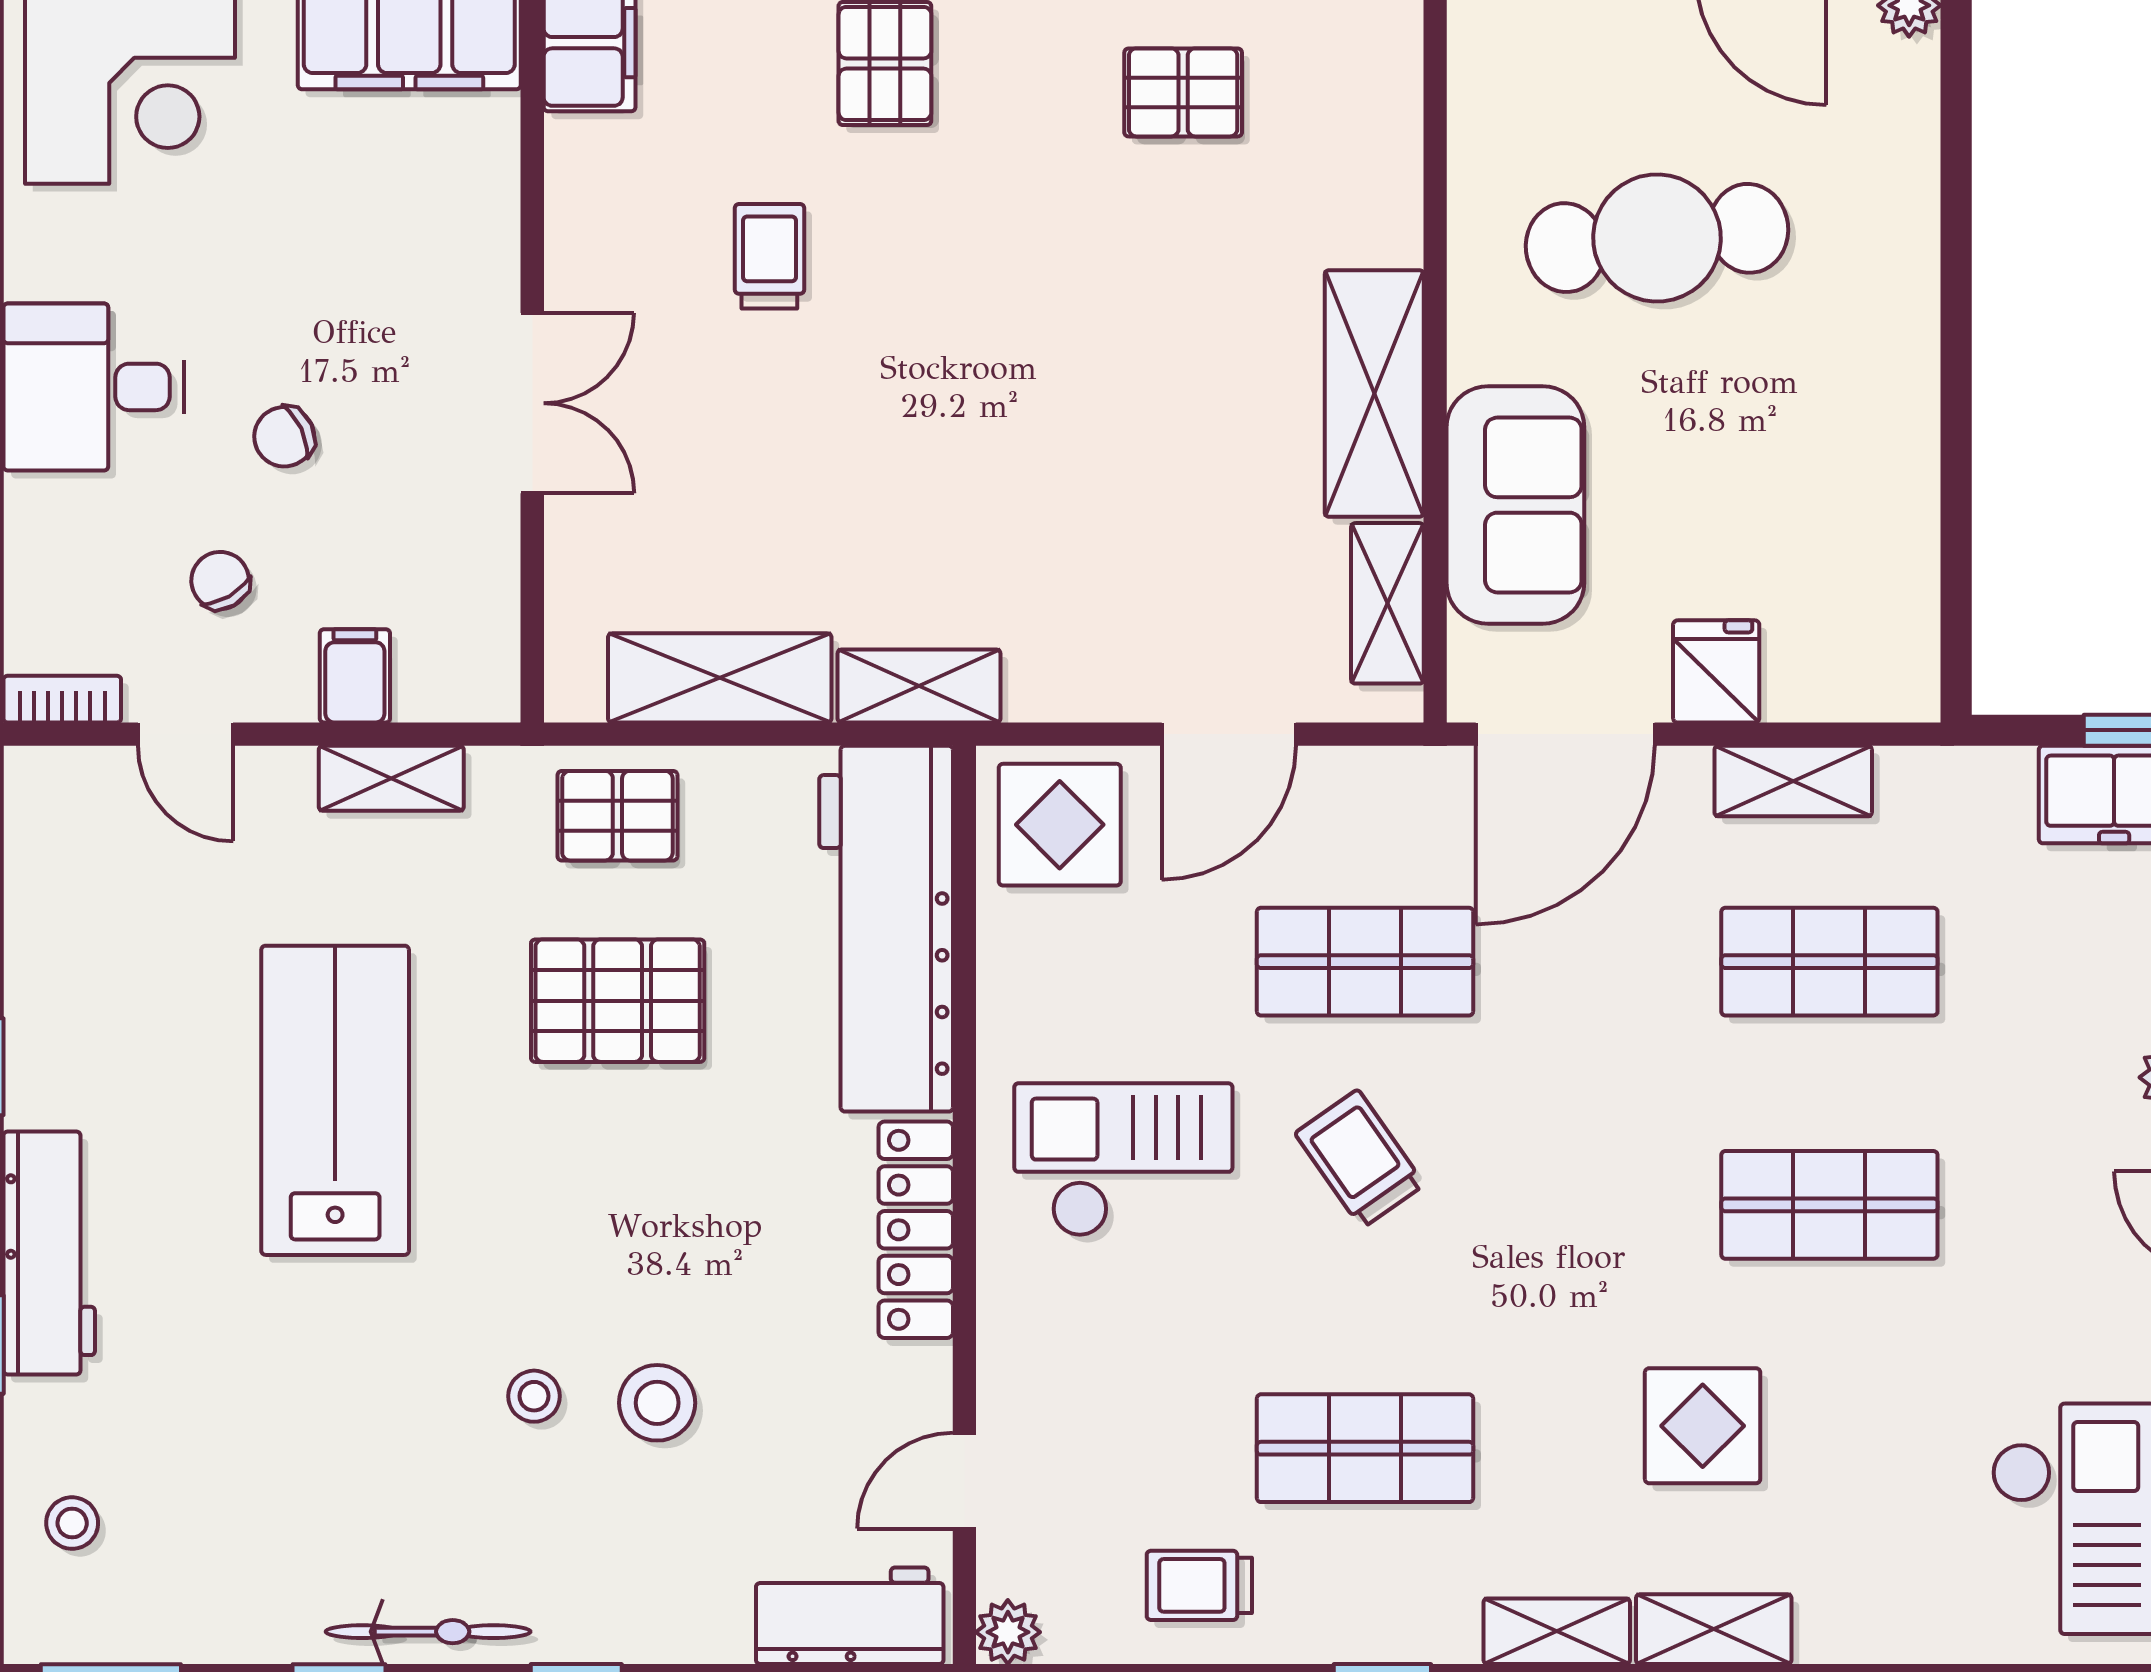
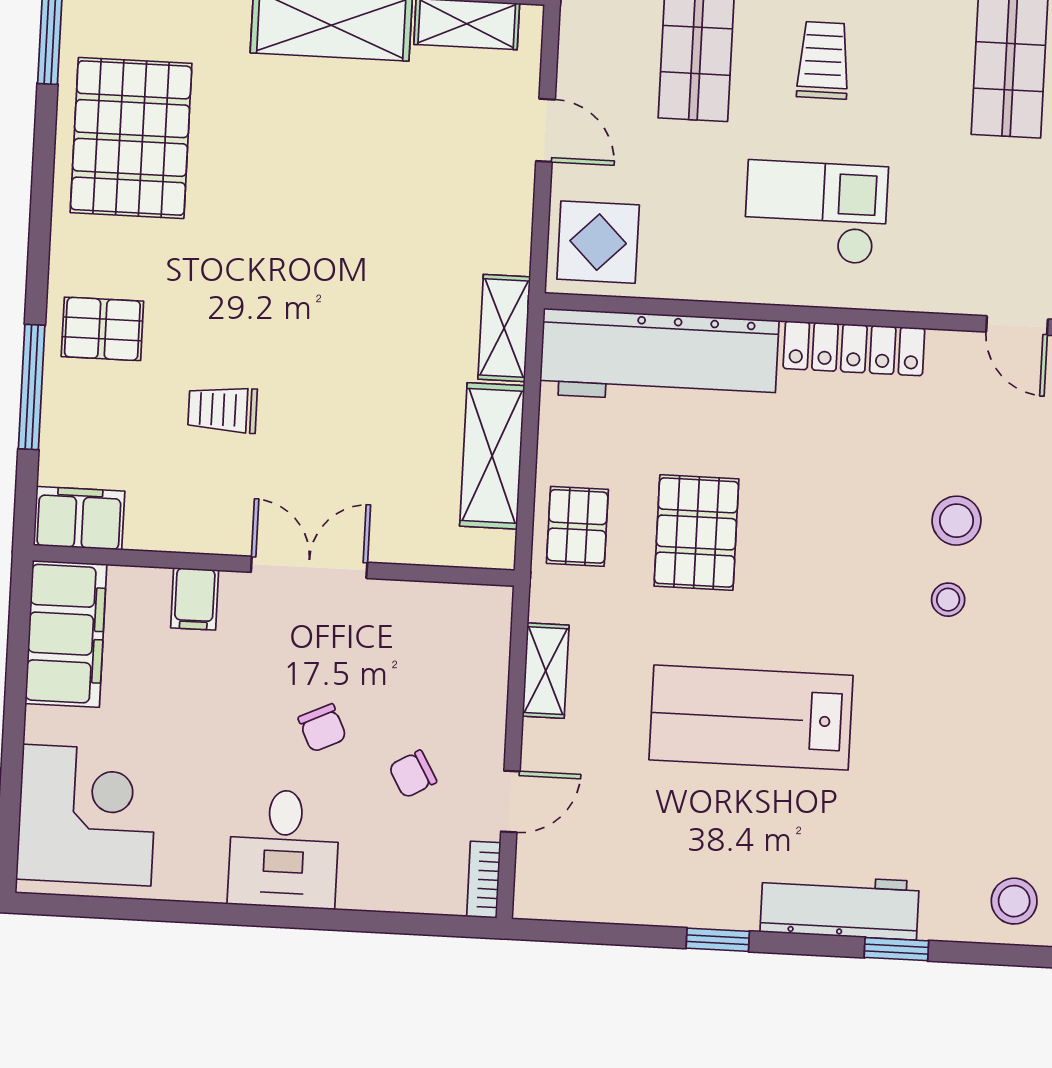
pallet: (1183, 92) -> (131, 138), width x2.05, depth x2.00
filing cabinet: (355, 676) -> (195, 599), moved, turned -90
door: (1229, 734) -> (546, 130), width x0.73
trolley: (1360, 1159) -> (823, 60), turned 125
checkout: (1123, 1160) -> (816, 212), turned 90
stool: (72, 1523) -> (1014, 901), width x1.37, depth x1.37

